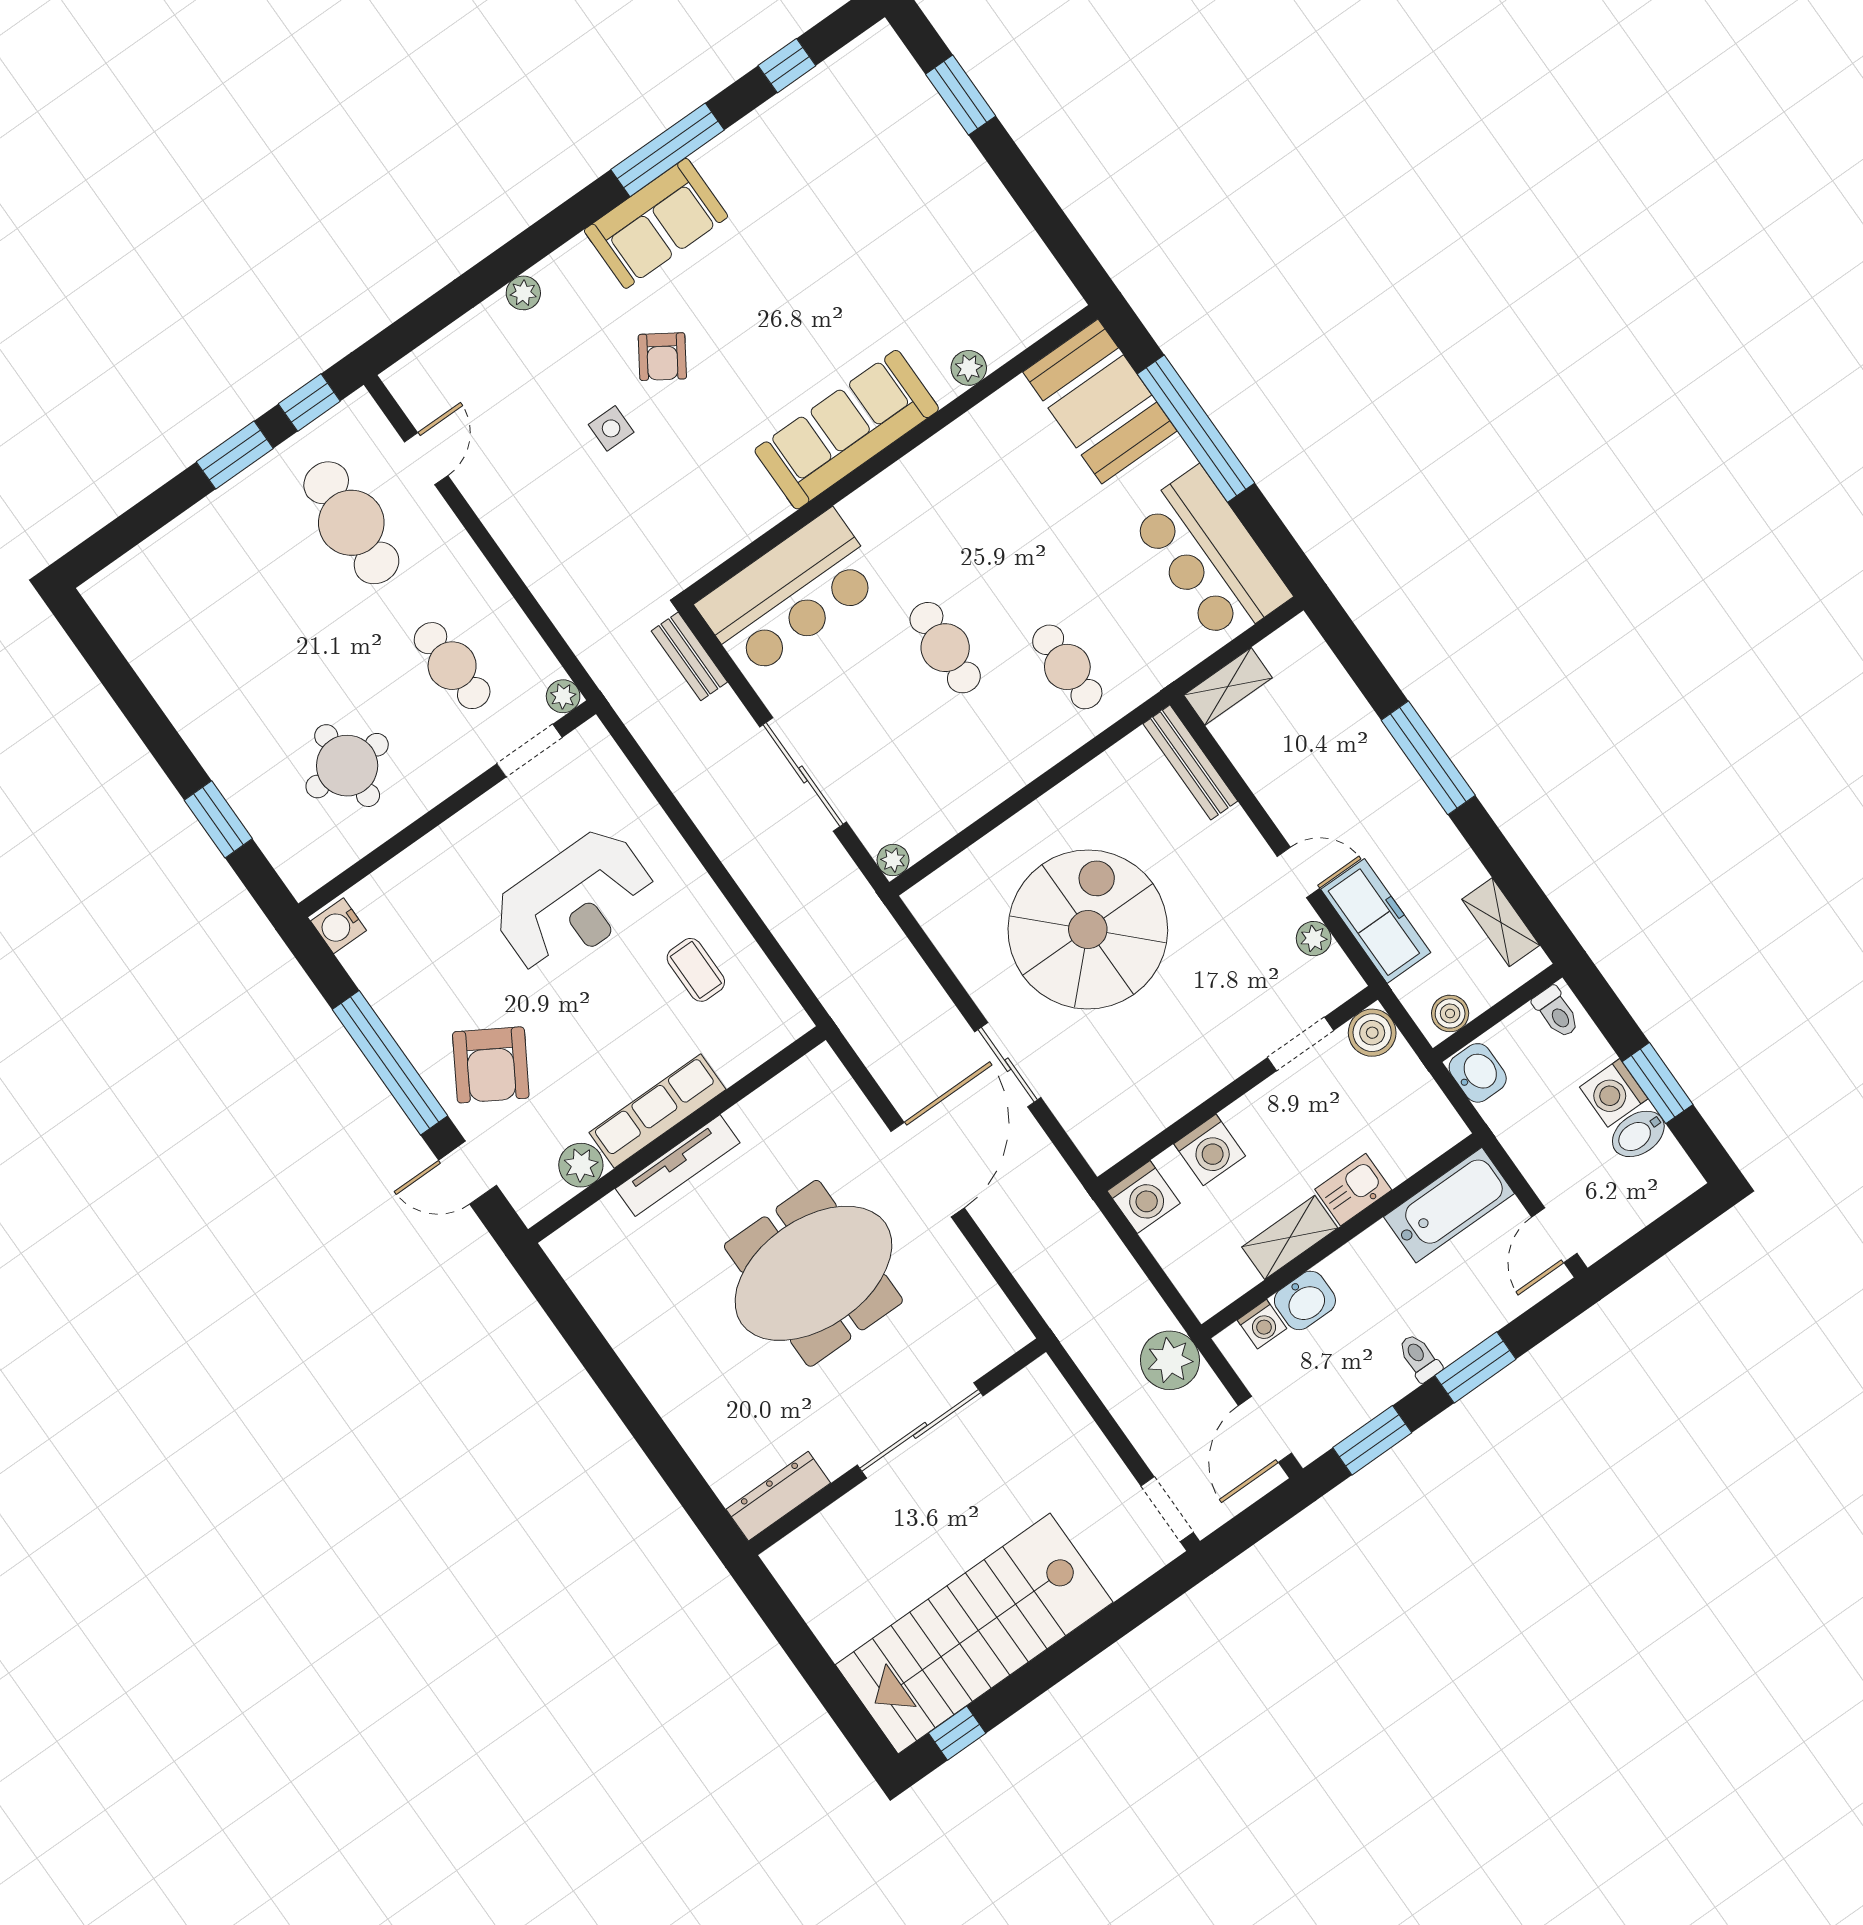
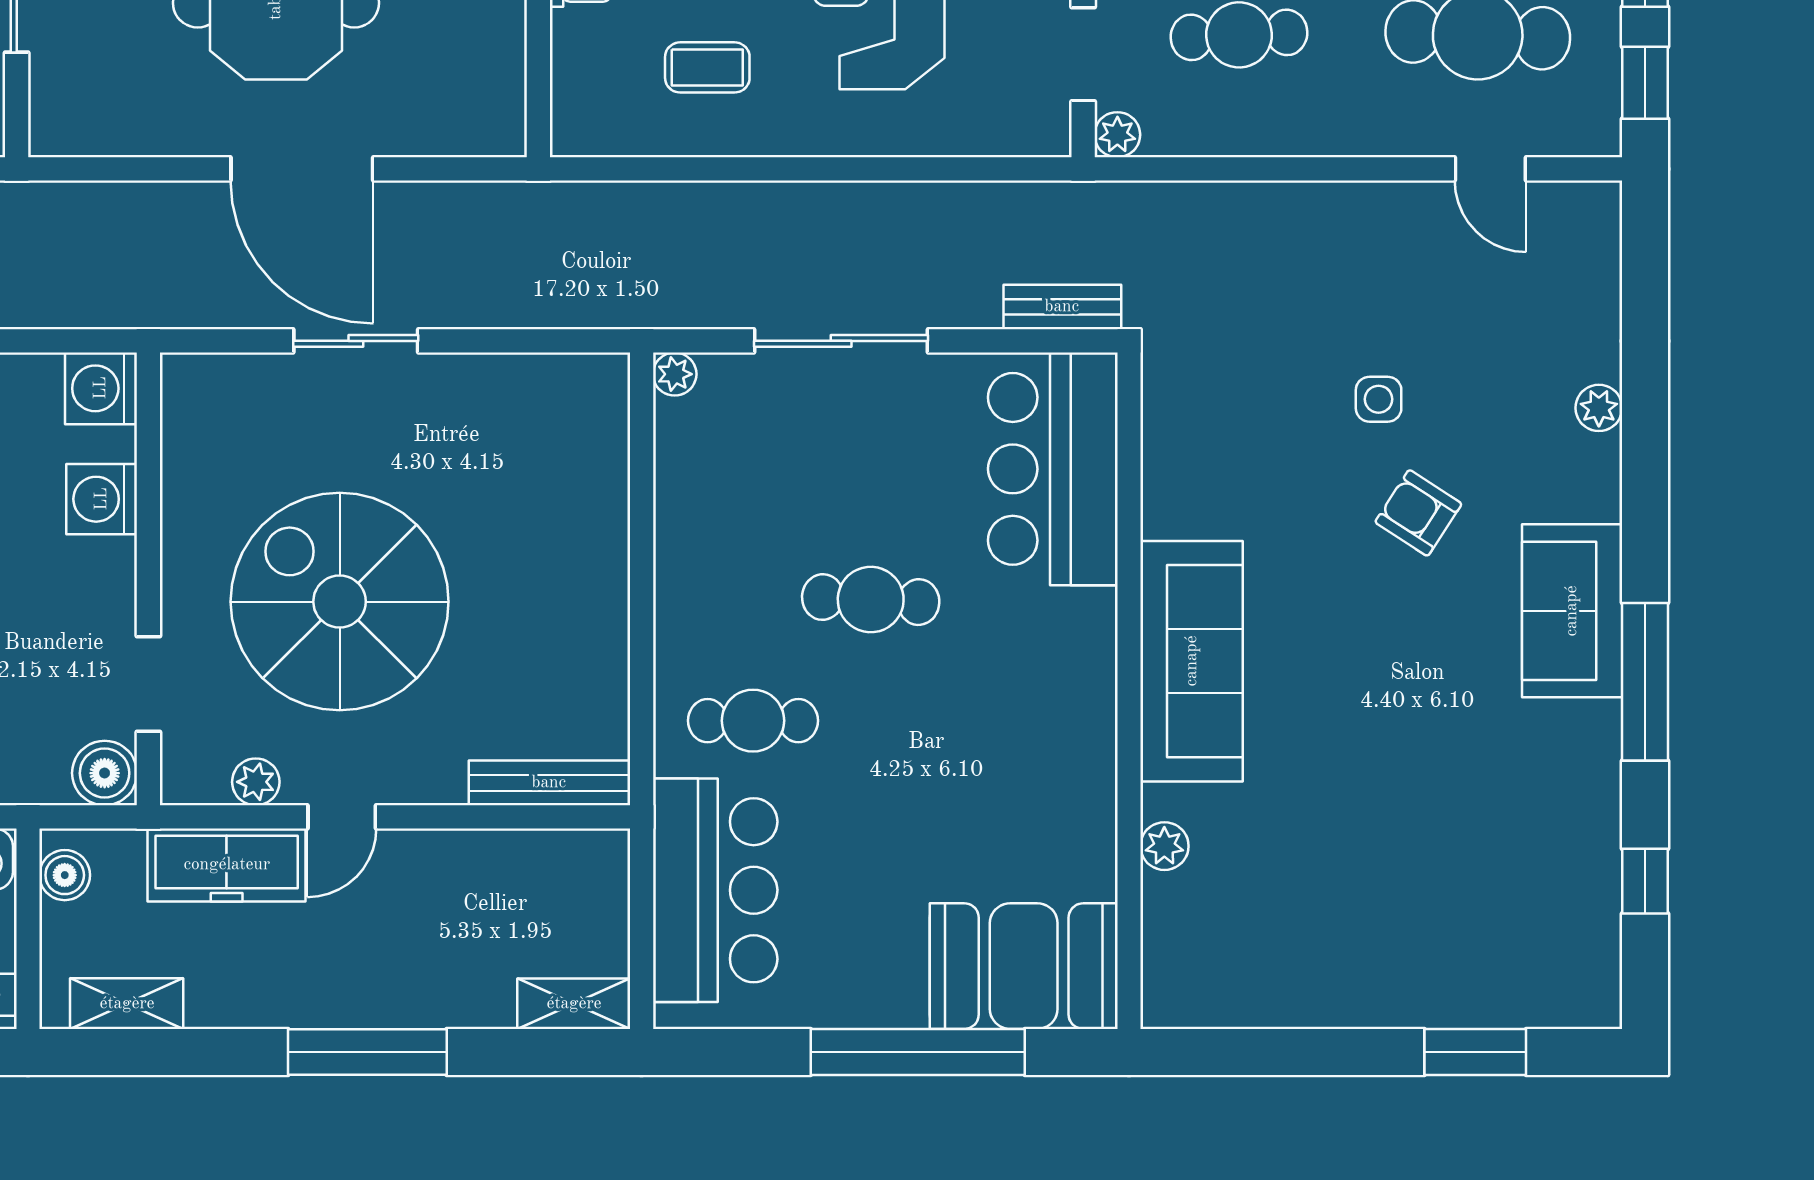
bar counter: (1210, 556) -> (715, 890), moved, turned 90
shelving: (1228, 686) -> (574, 1004), moved, turned 90
spiral stairs: (1088, 929) -> (340, 602), moved, turned 180

